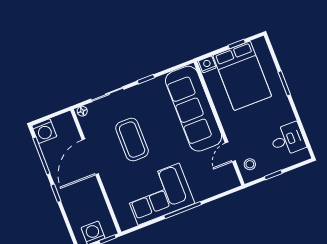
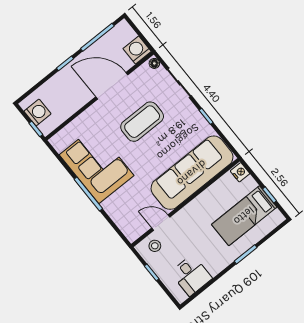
bed: (242, 76) -> (244, 216), width x0.67
washing machine: (44, 131) -> (137, 50), moved, turned 90

